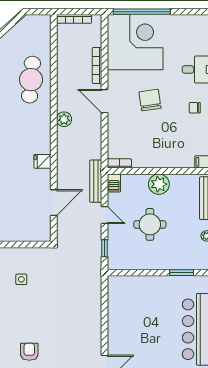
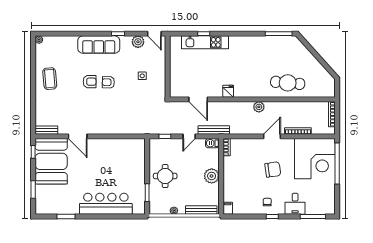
round table: (150, 224) -> (165, 176), moved
armchair: (30, 326) -> (108, 82), added

